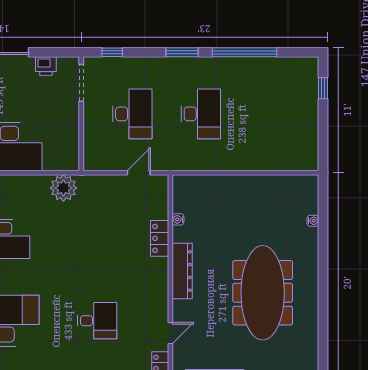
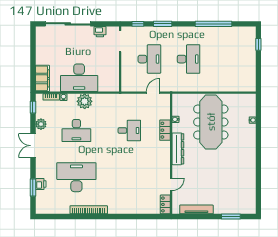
window: (182, 52) -> (163, 24), moved
plant: (63, 188) -> (85, 101), moved
meeting table: (263, 293) -> (211, 122), moved
desk: (97, 321) -> (129, 130), moved

